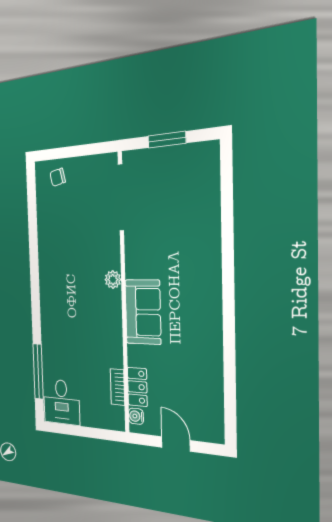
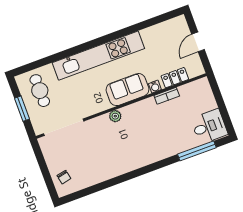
cafe table: (185, 176) -> (40, 91), added
kitchen unit: (207, 288) -> (98, 56), added
bookcase: (117, 387) -> (167, 96), moved
water cooler: (136, 416) -> (155, 87), moved

